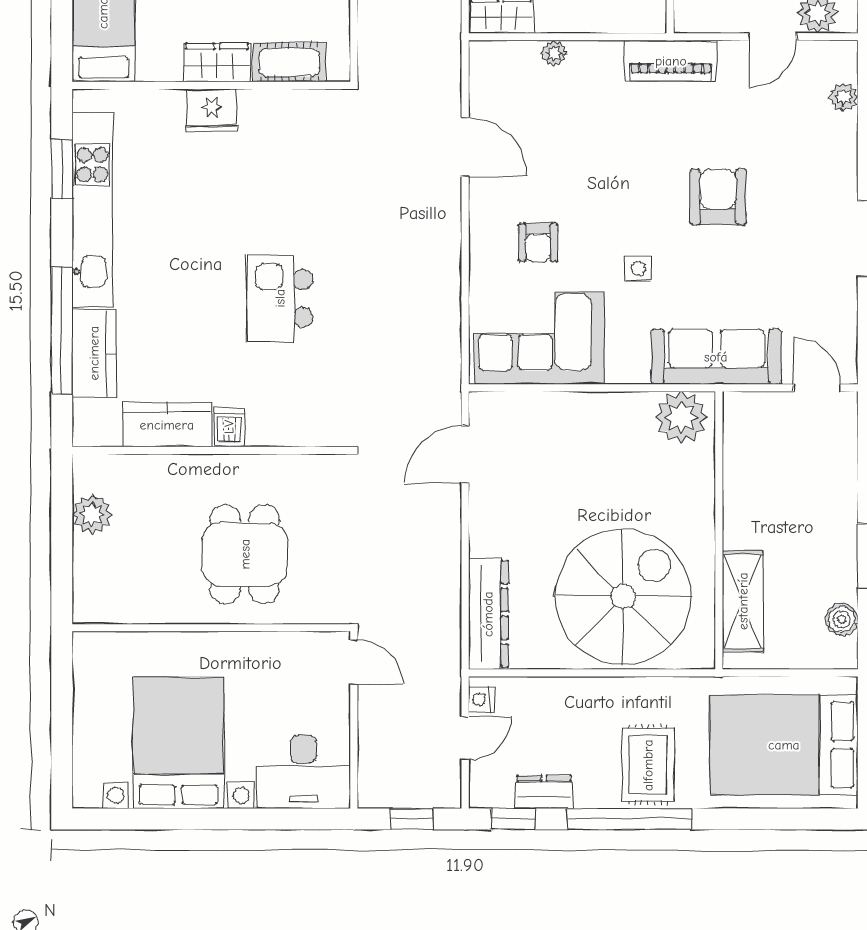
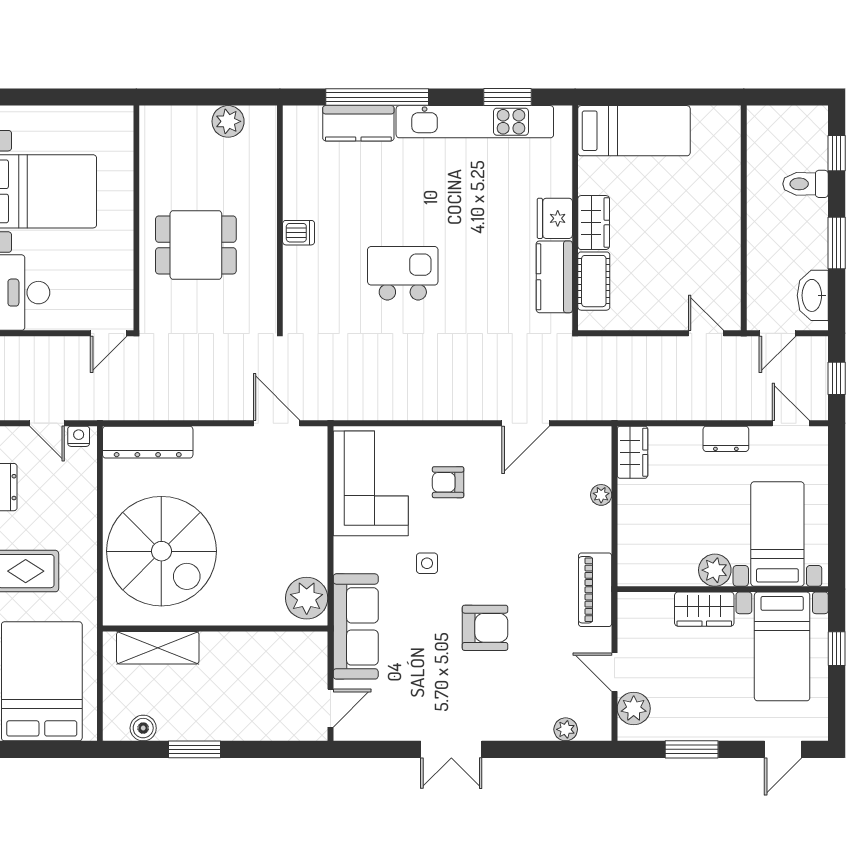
kitchen counter: (167, 425) -> (554, 277), moved, turned 180

